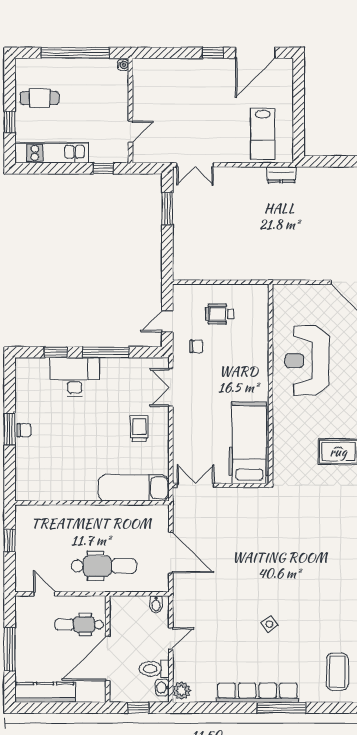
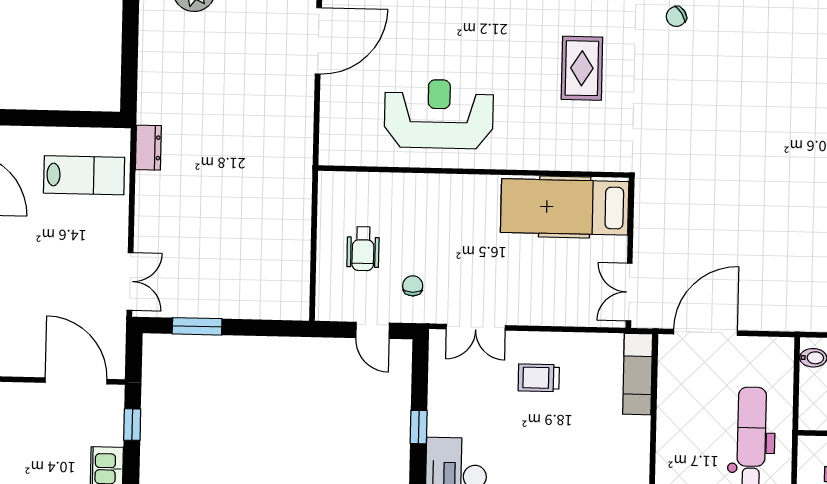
door: (130, 132) -> (76, 381), width x1.88
window: (106, 352) -> (419, 427), width x0.46
reception desk: (307, 361) -> (439, 114), turned 180
exam couch: (134, 488) -> (638, 374), width x0.73, depth x0.69
door: (171, 552) -> (705, 332), moved

